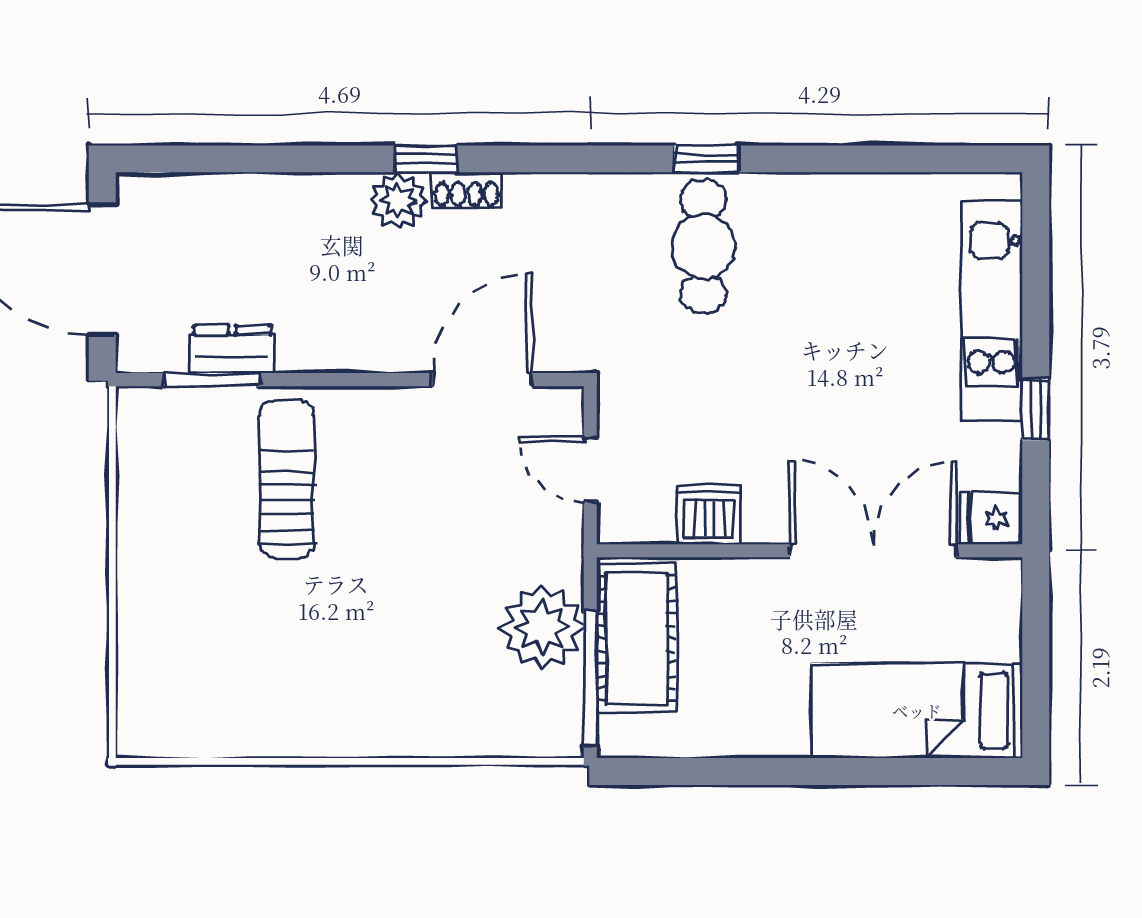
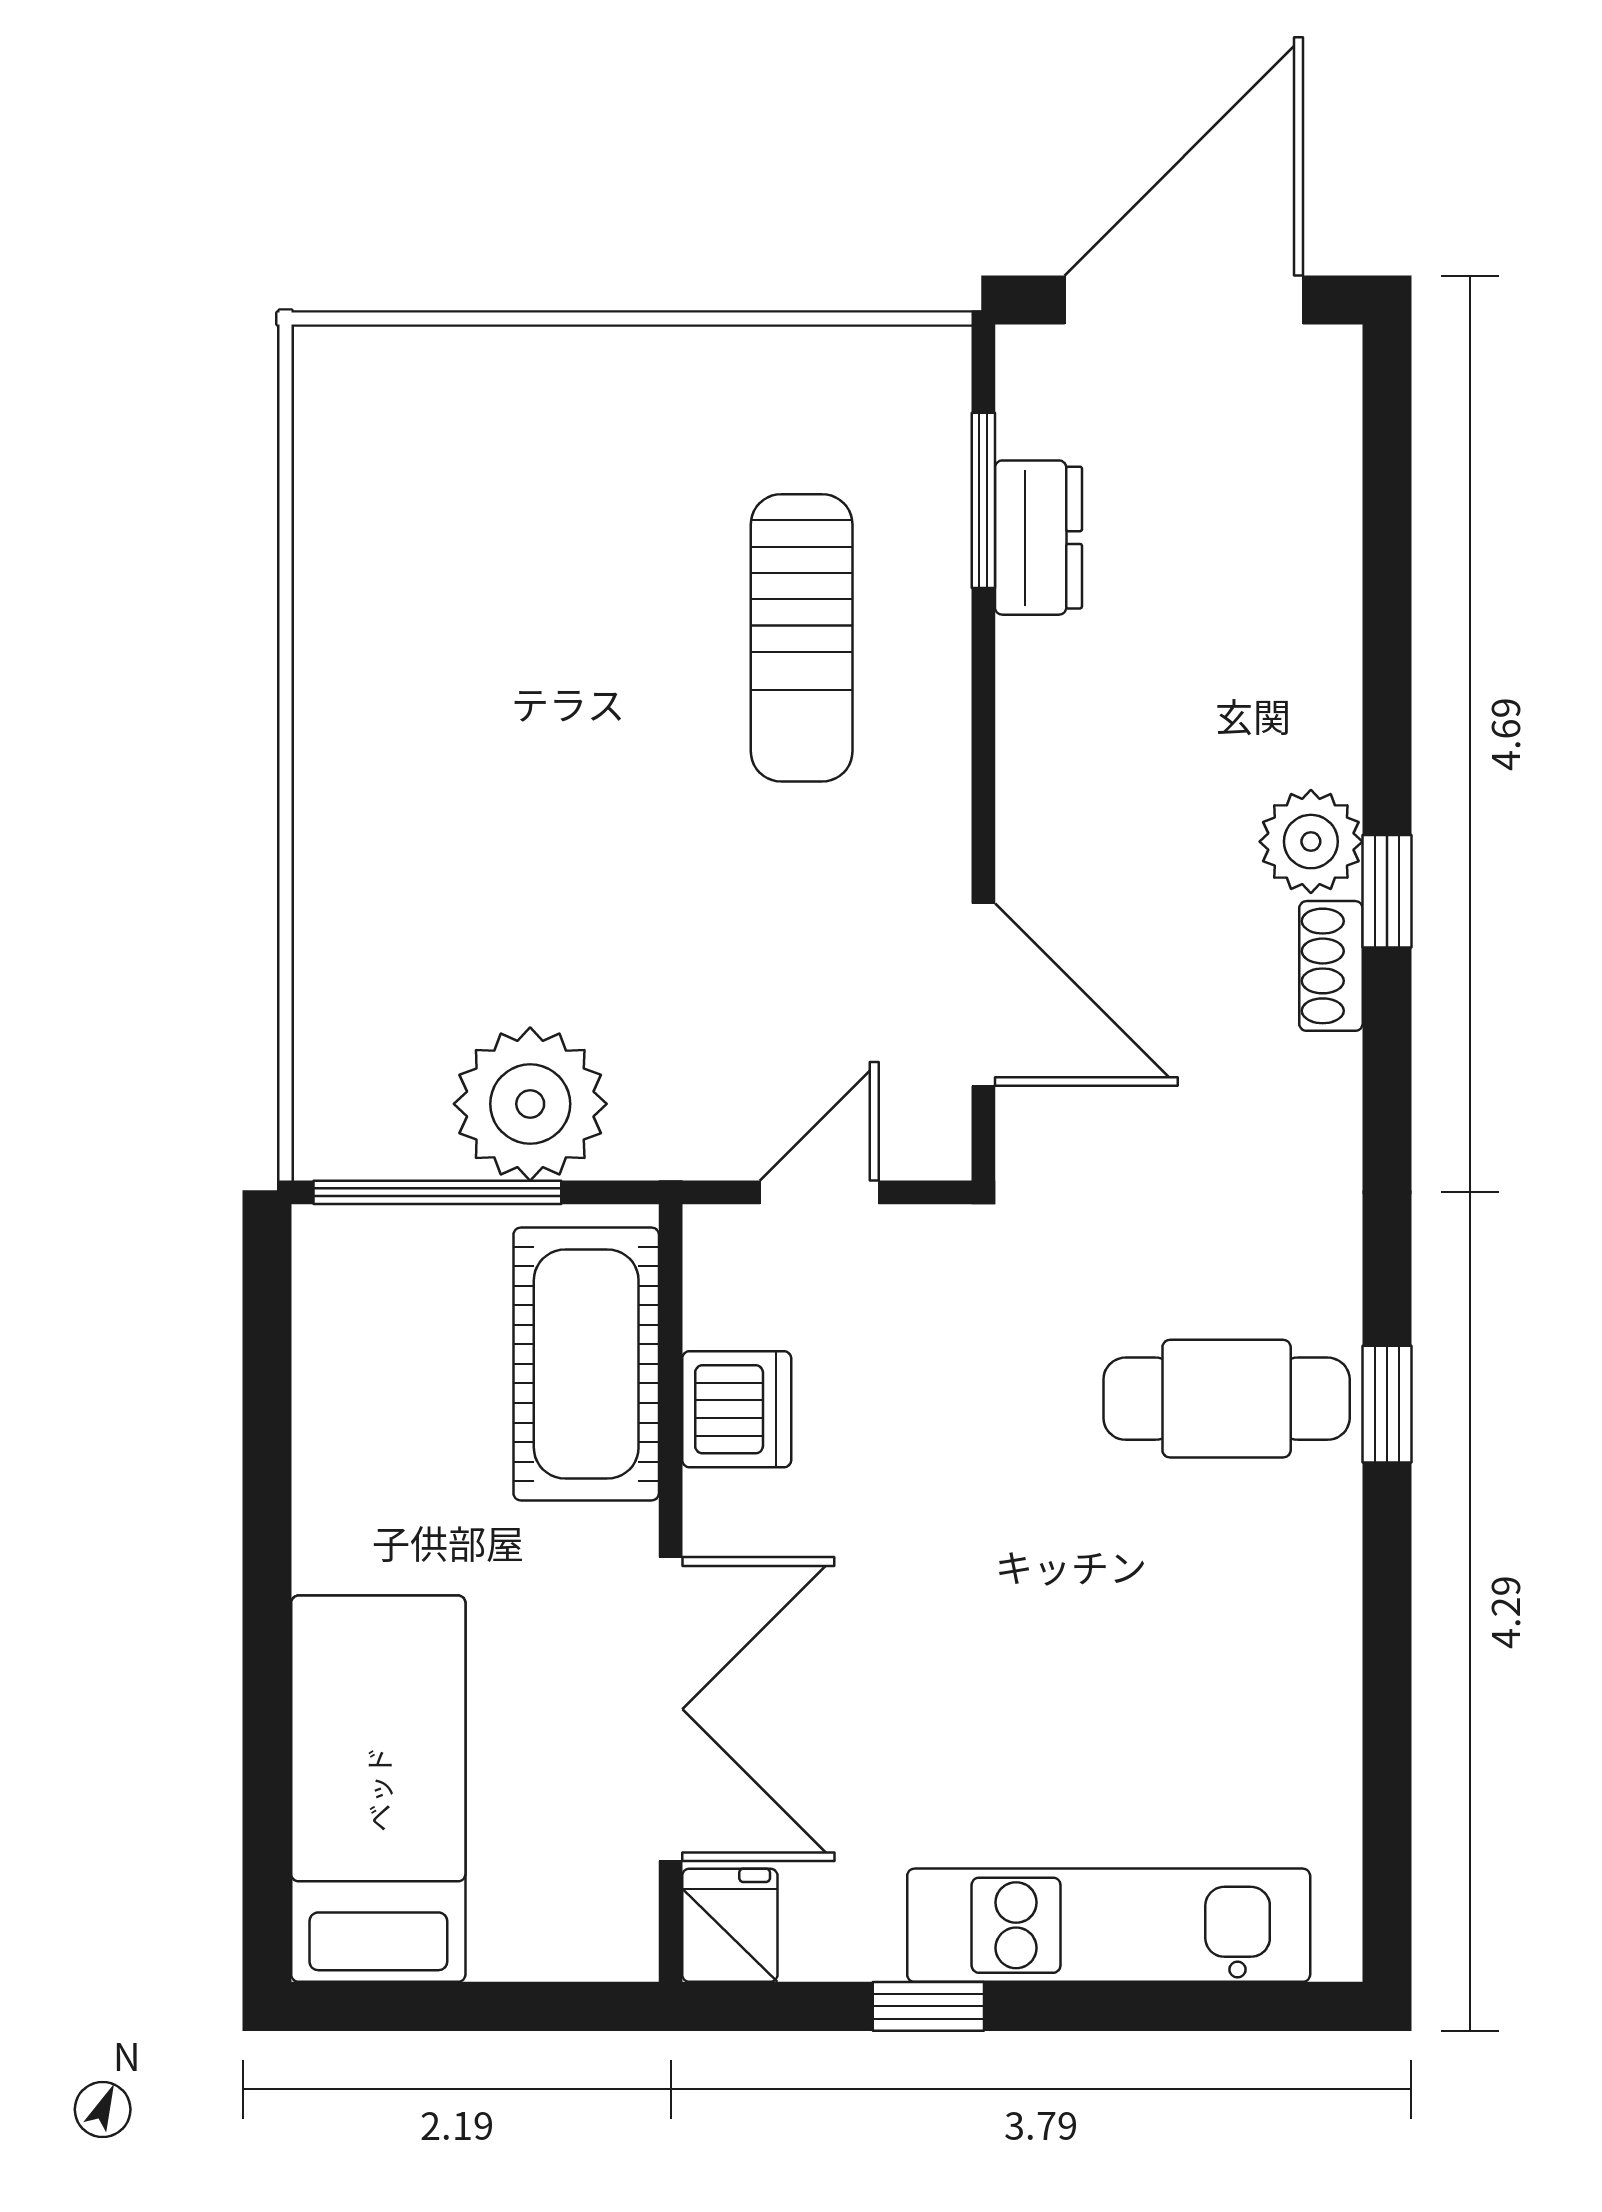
sun lounger: (287, 479) -> (802, 638), turned 90
cot: (636, 638) -> (586, 1364), moved, turned 90

